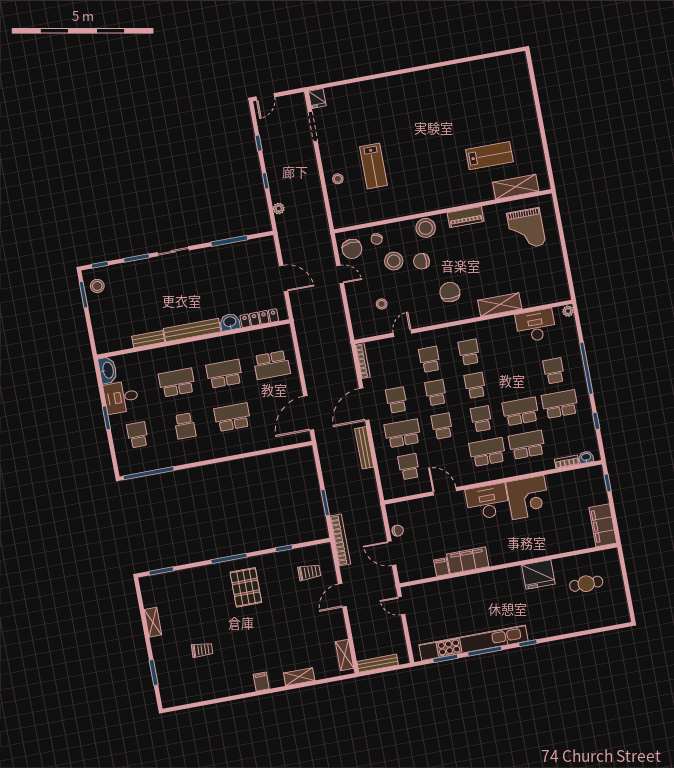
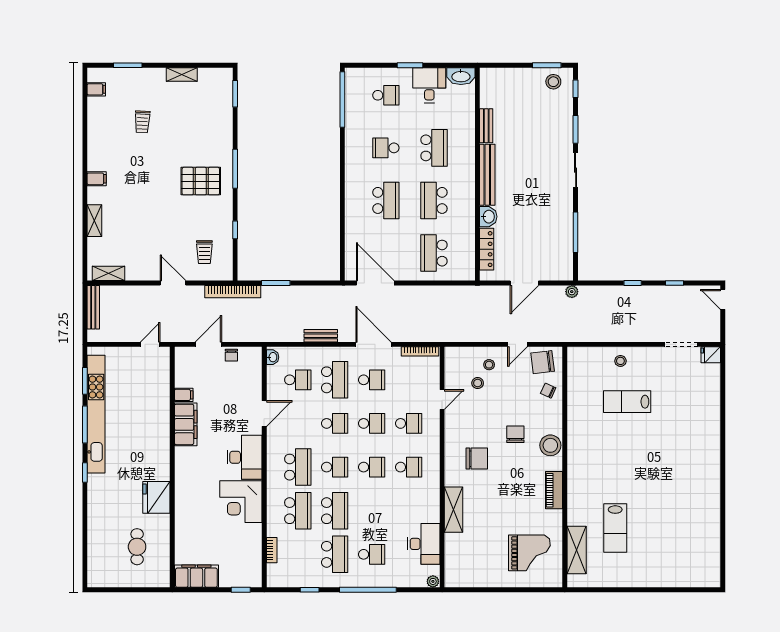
plant: (279, 209) -> (572, 292), moved
grand piano: (526, 229) -> (529, 553), turned 180
stool: (394, 261) -> (489, 365), moved, width x0.53, depth x0.53
door: (402, 333) -> (442, 400), hinge flipped
school desk: (224, 374) -> (434, 200), turned 180
bench: (364, 448) -> (321, 336), width x0.73
washbasin: (586, 457) -> (273, 357), moved
filing cabinet: (181, 697) -> (96, 89), added

